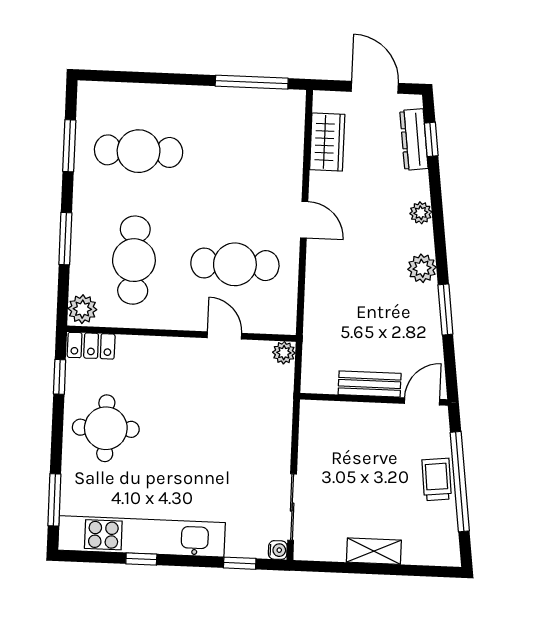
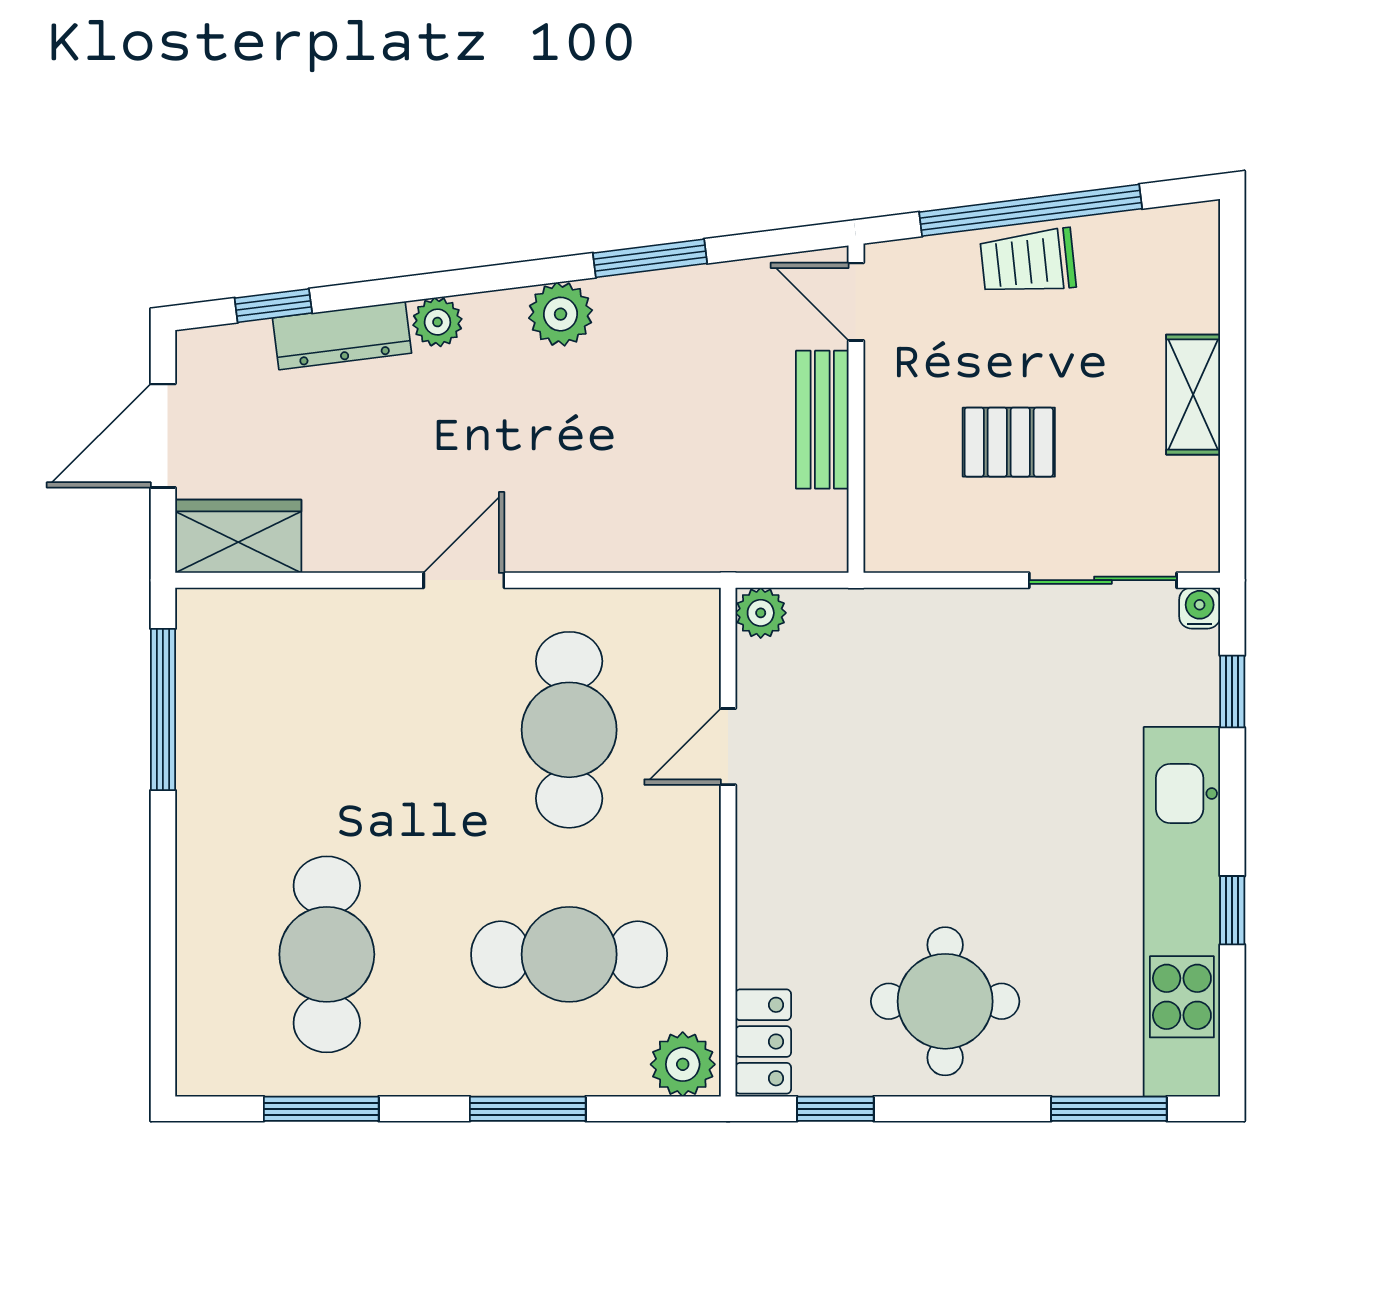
dresser: (414, 139) -> (342, 336), moved
wardrobe: (327, 142) -> (238, 536), moved
pallet: (356, 467) -> (1009, 442), added

